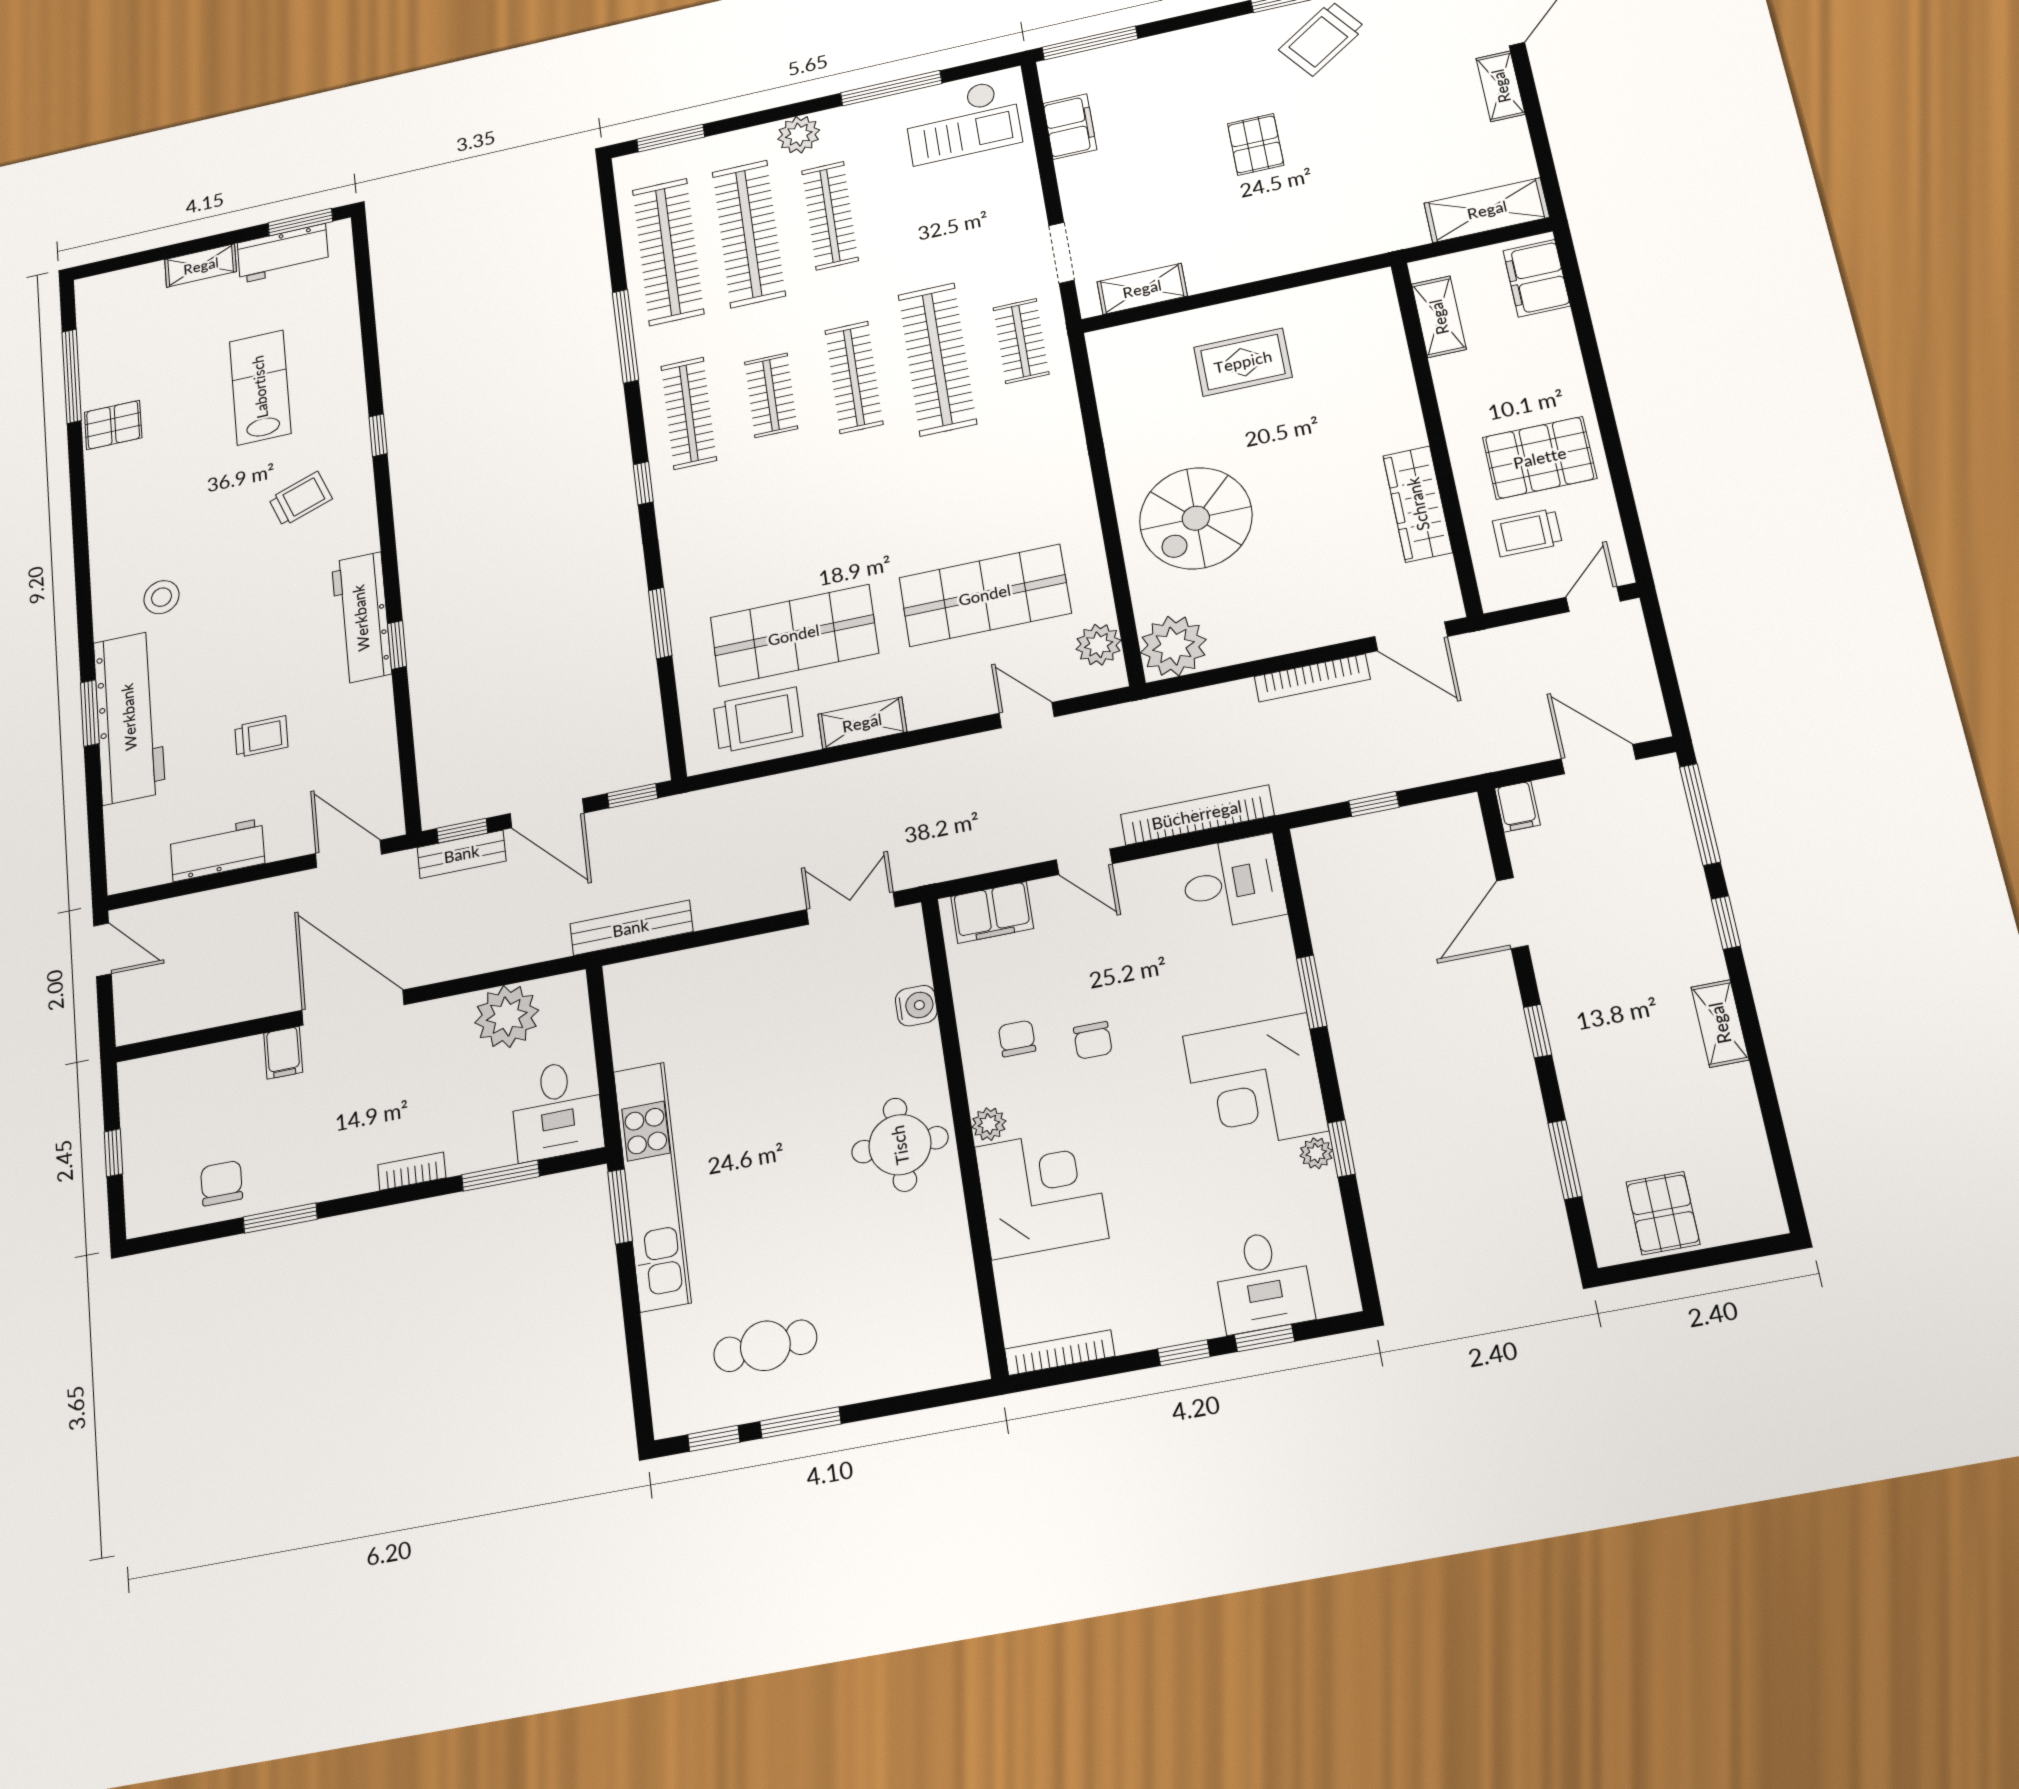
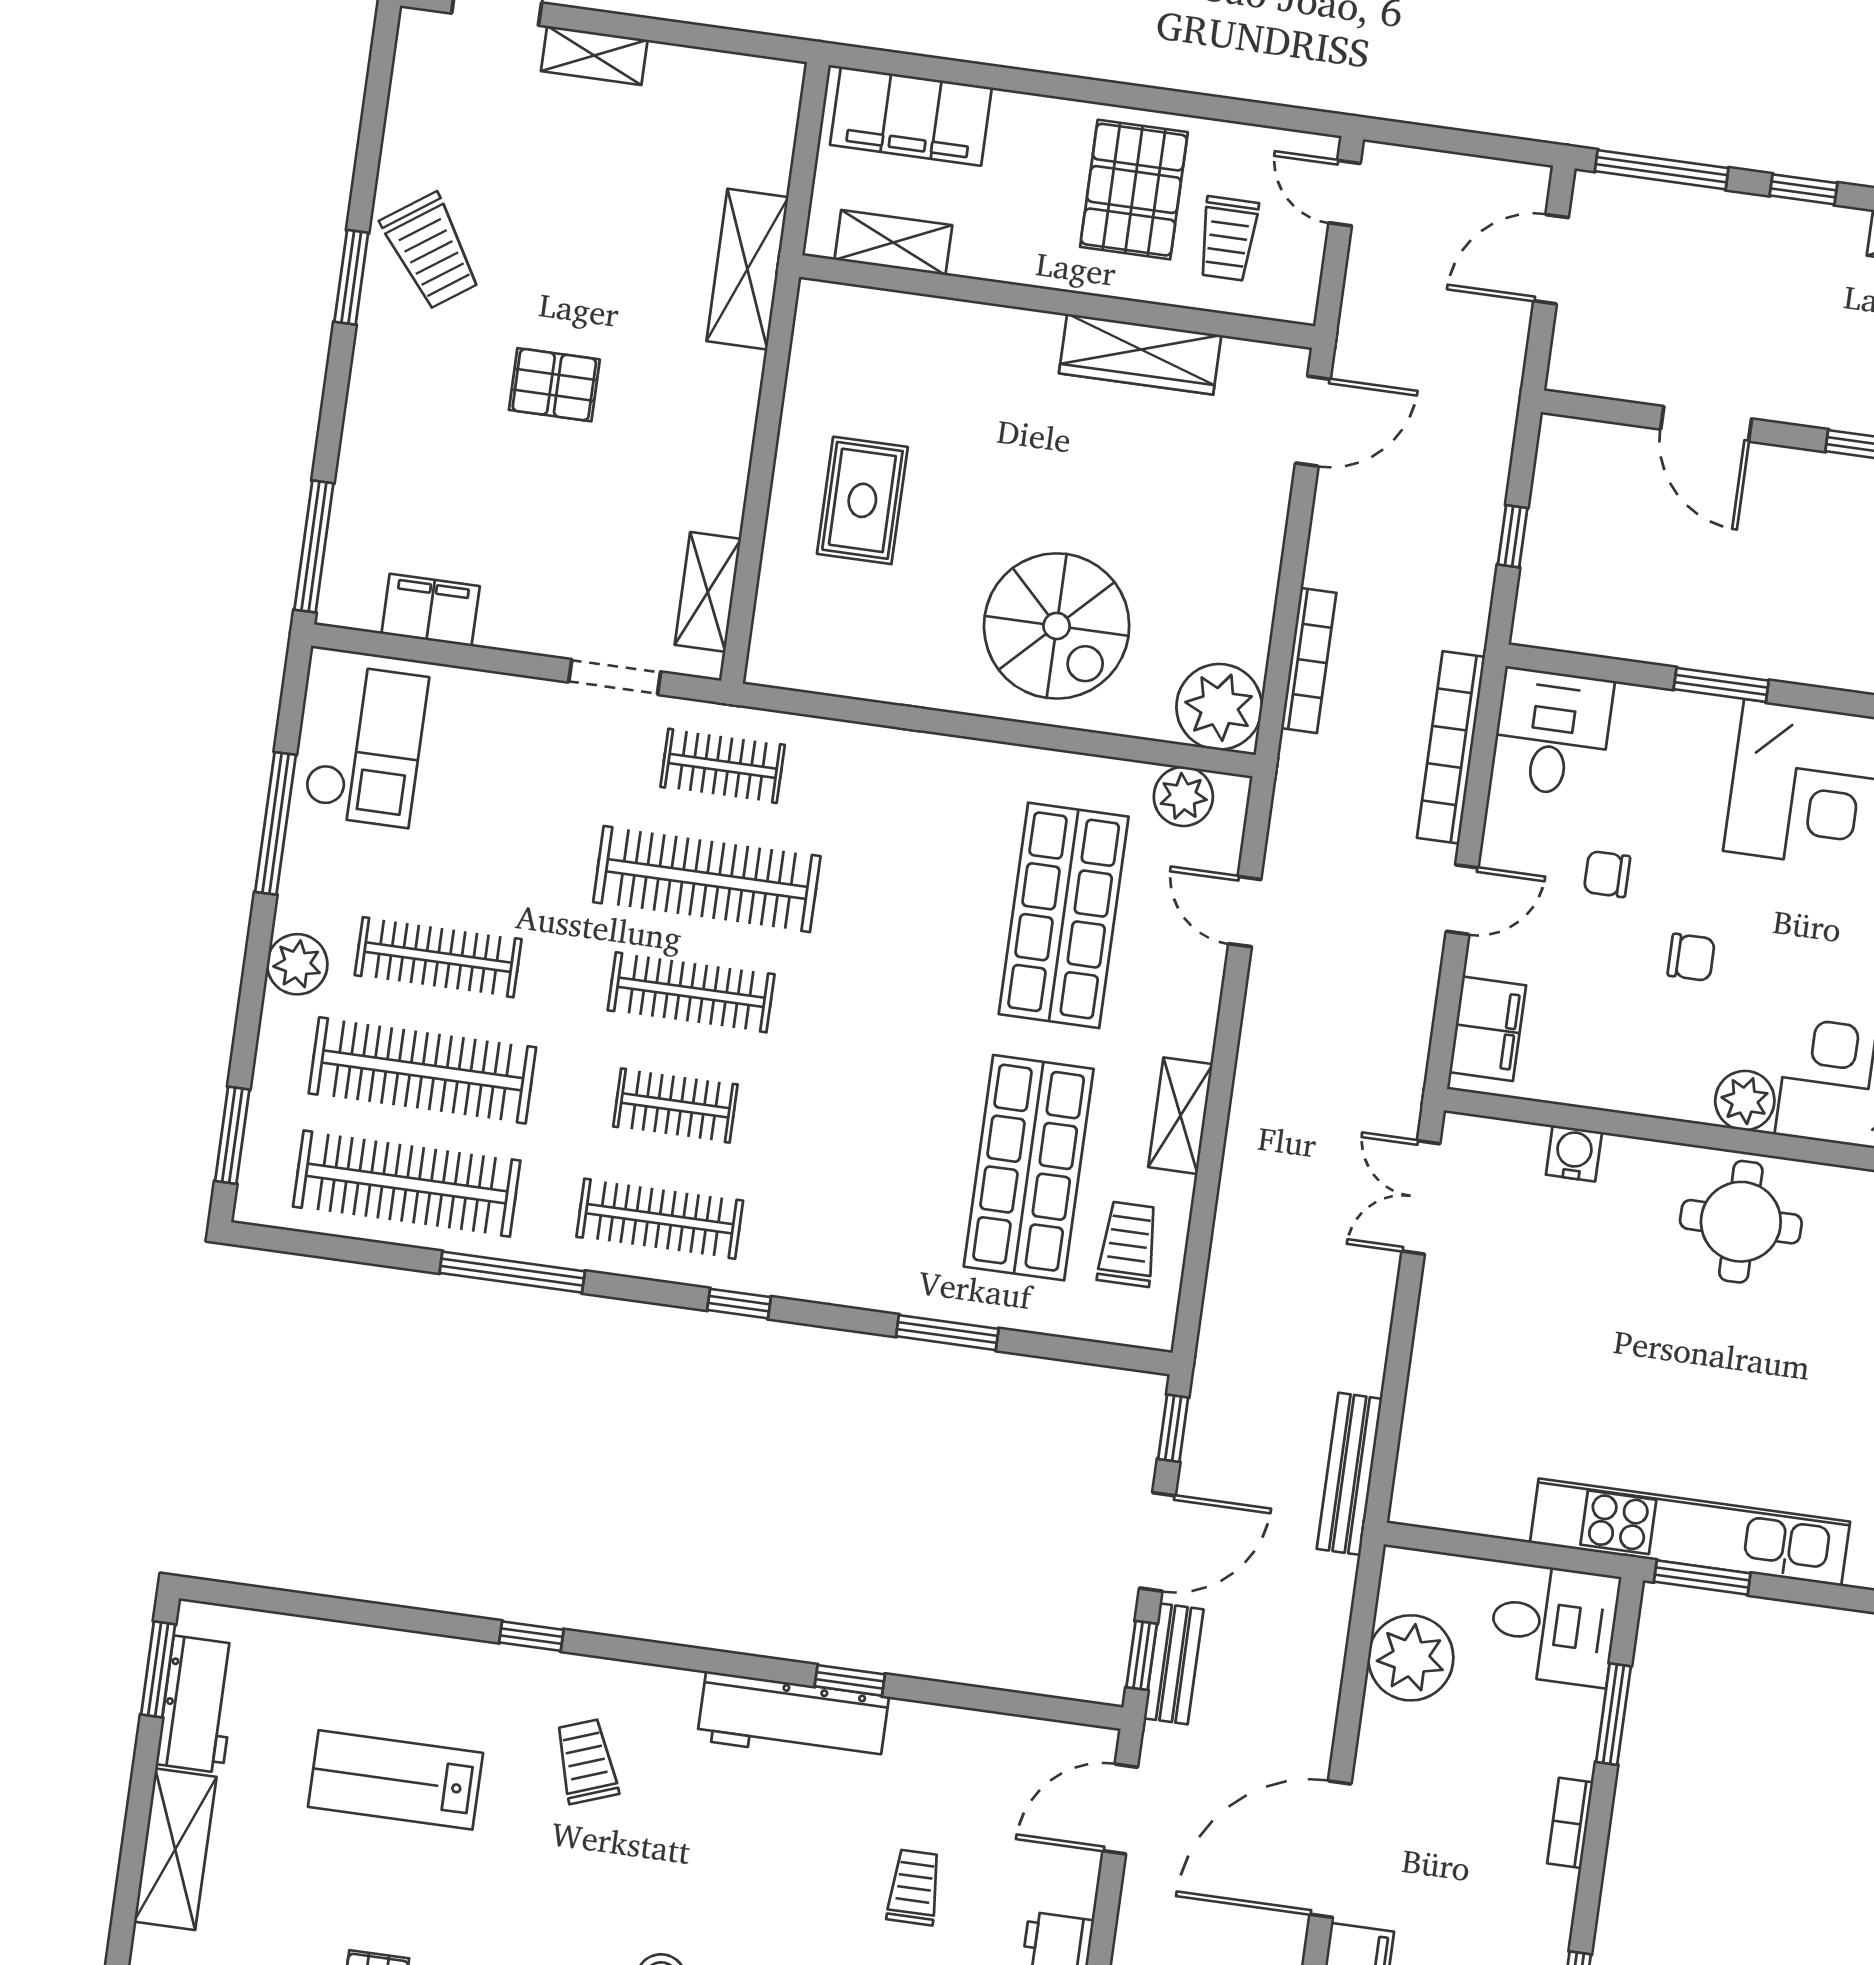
shelving: (1487, 210) -> (747, 269), moved
shelving: (201, 266) -> (175, 1849), width x1.50, depth x1.33
filing cabinet: (1537, 278) -> (911, 116), width x1.50, depth x1.17
bookcase: (1312, 678) -> (1309, 661), moved
door: (1027, 715) -> (1245, 912), hinge flipped
trolley: (758, 720) -> (1128, 1244), width x0.73, depth x0.72
filing cabinet: (1517, 807) -> (1576, 372), removed
chair: (1017, 1038) -> (1607, 874), moved
plant: (989, 1124) -> (1745, 1101), width x1.38, depth x1.38

